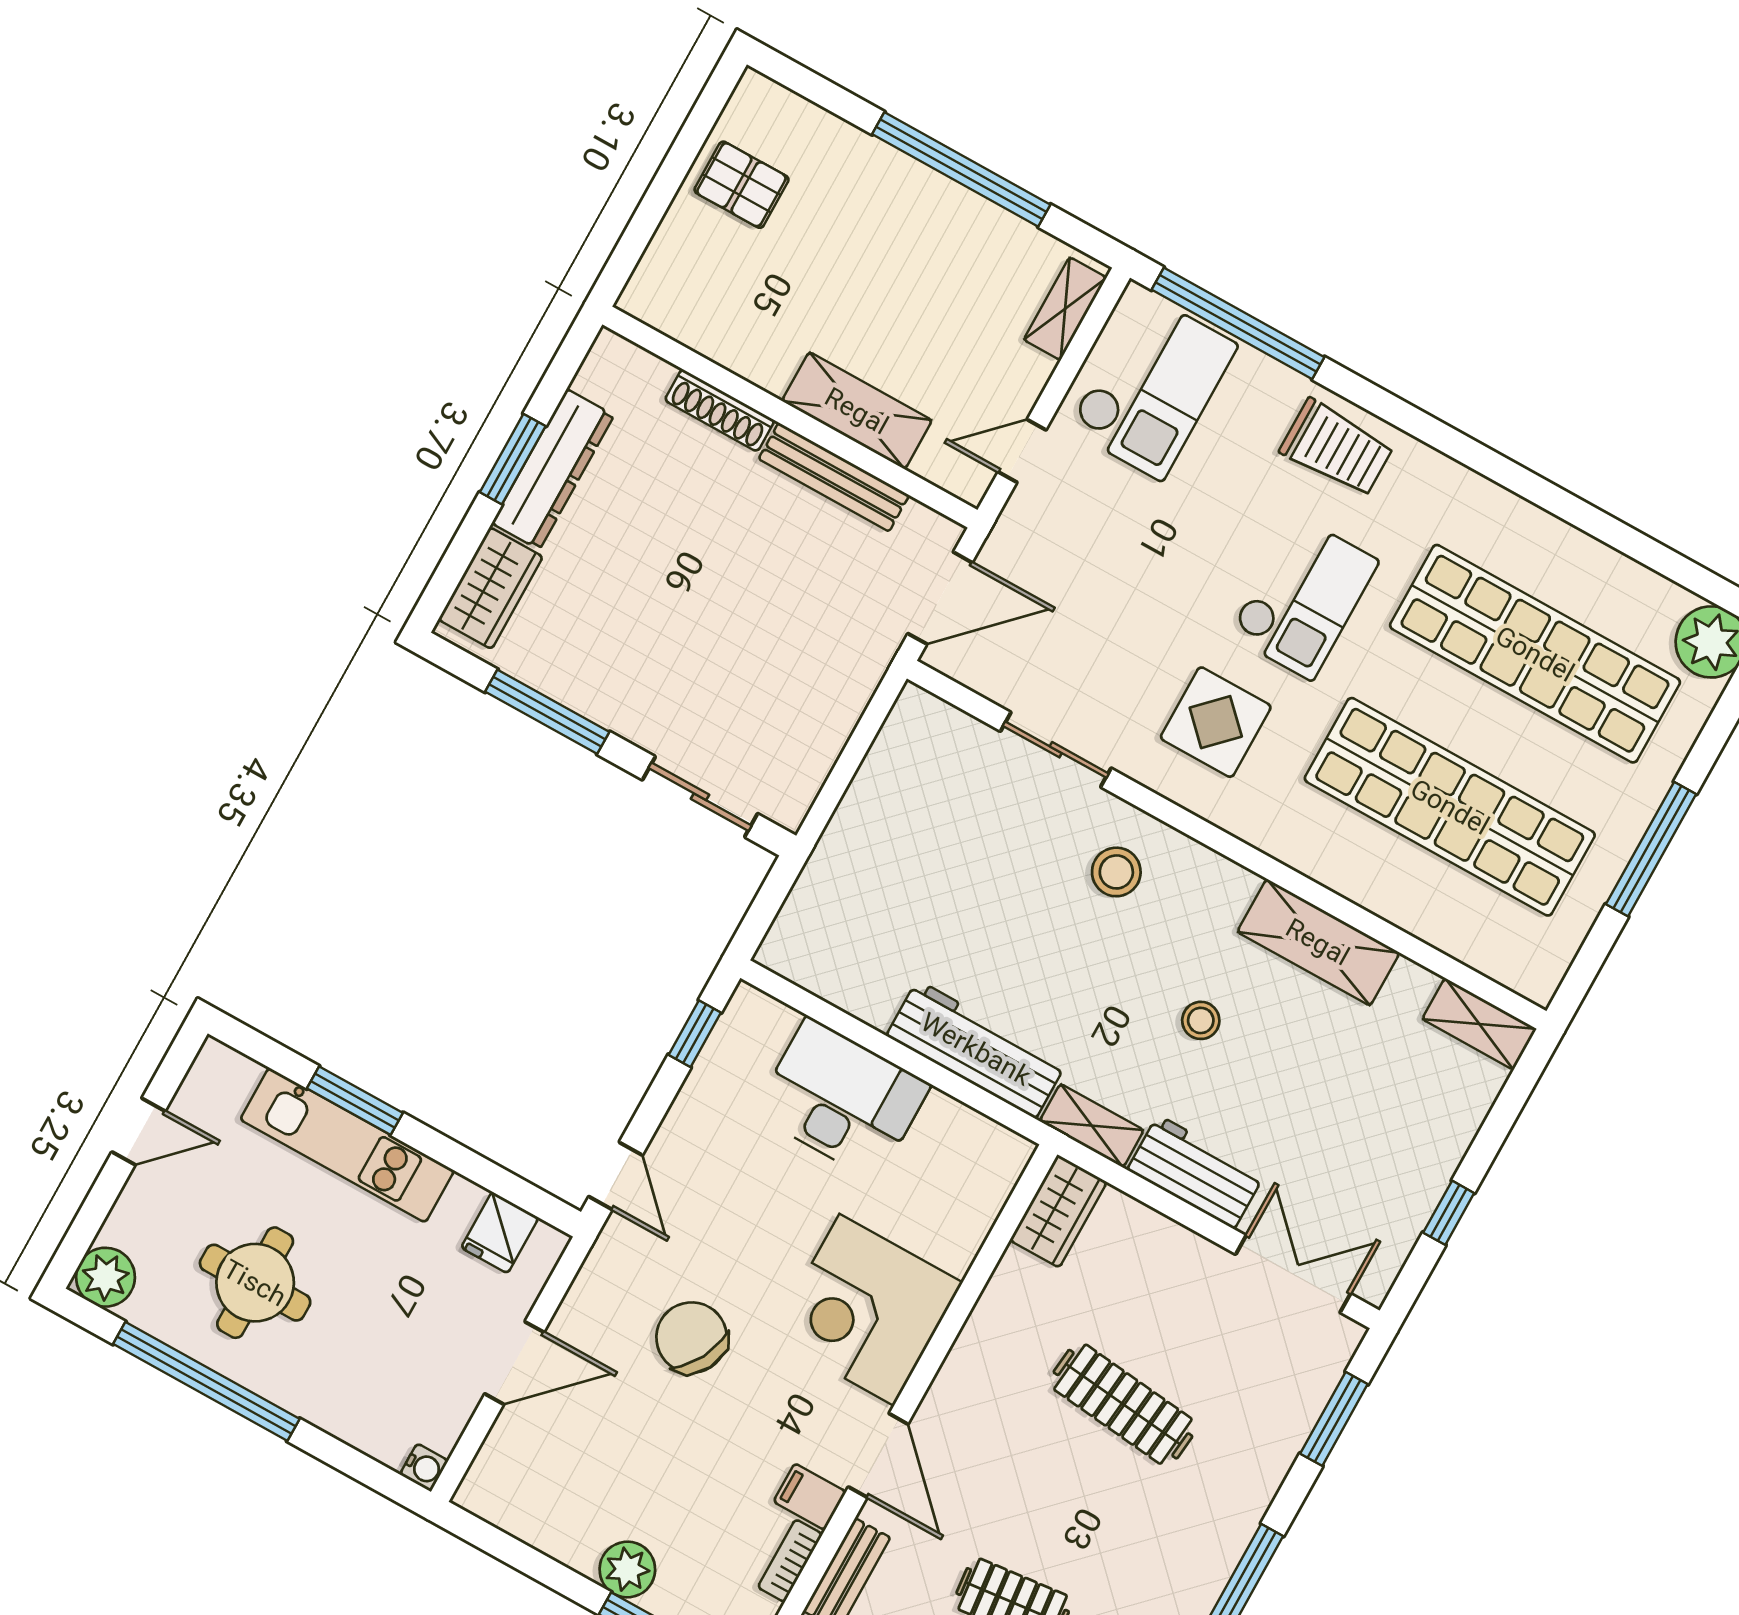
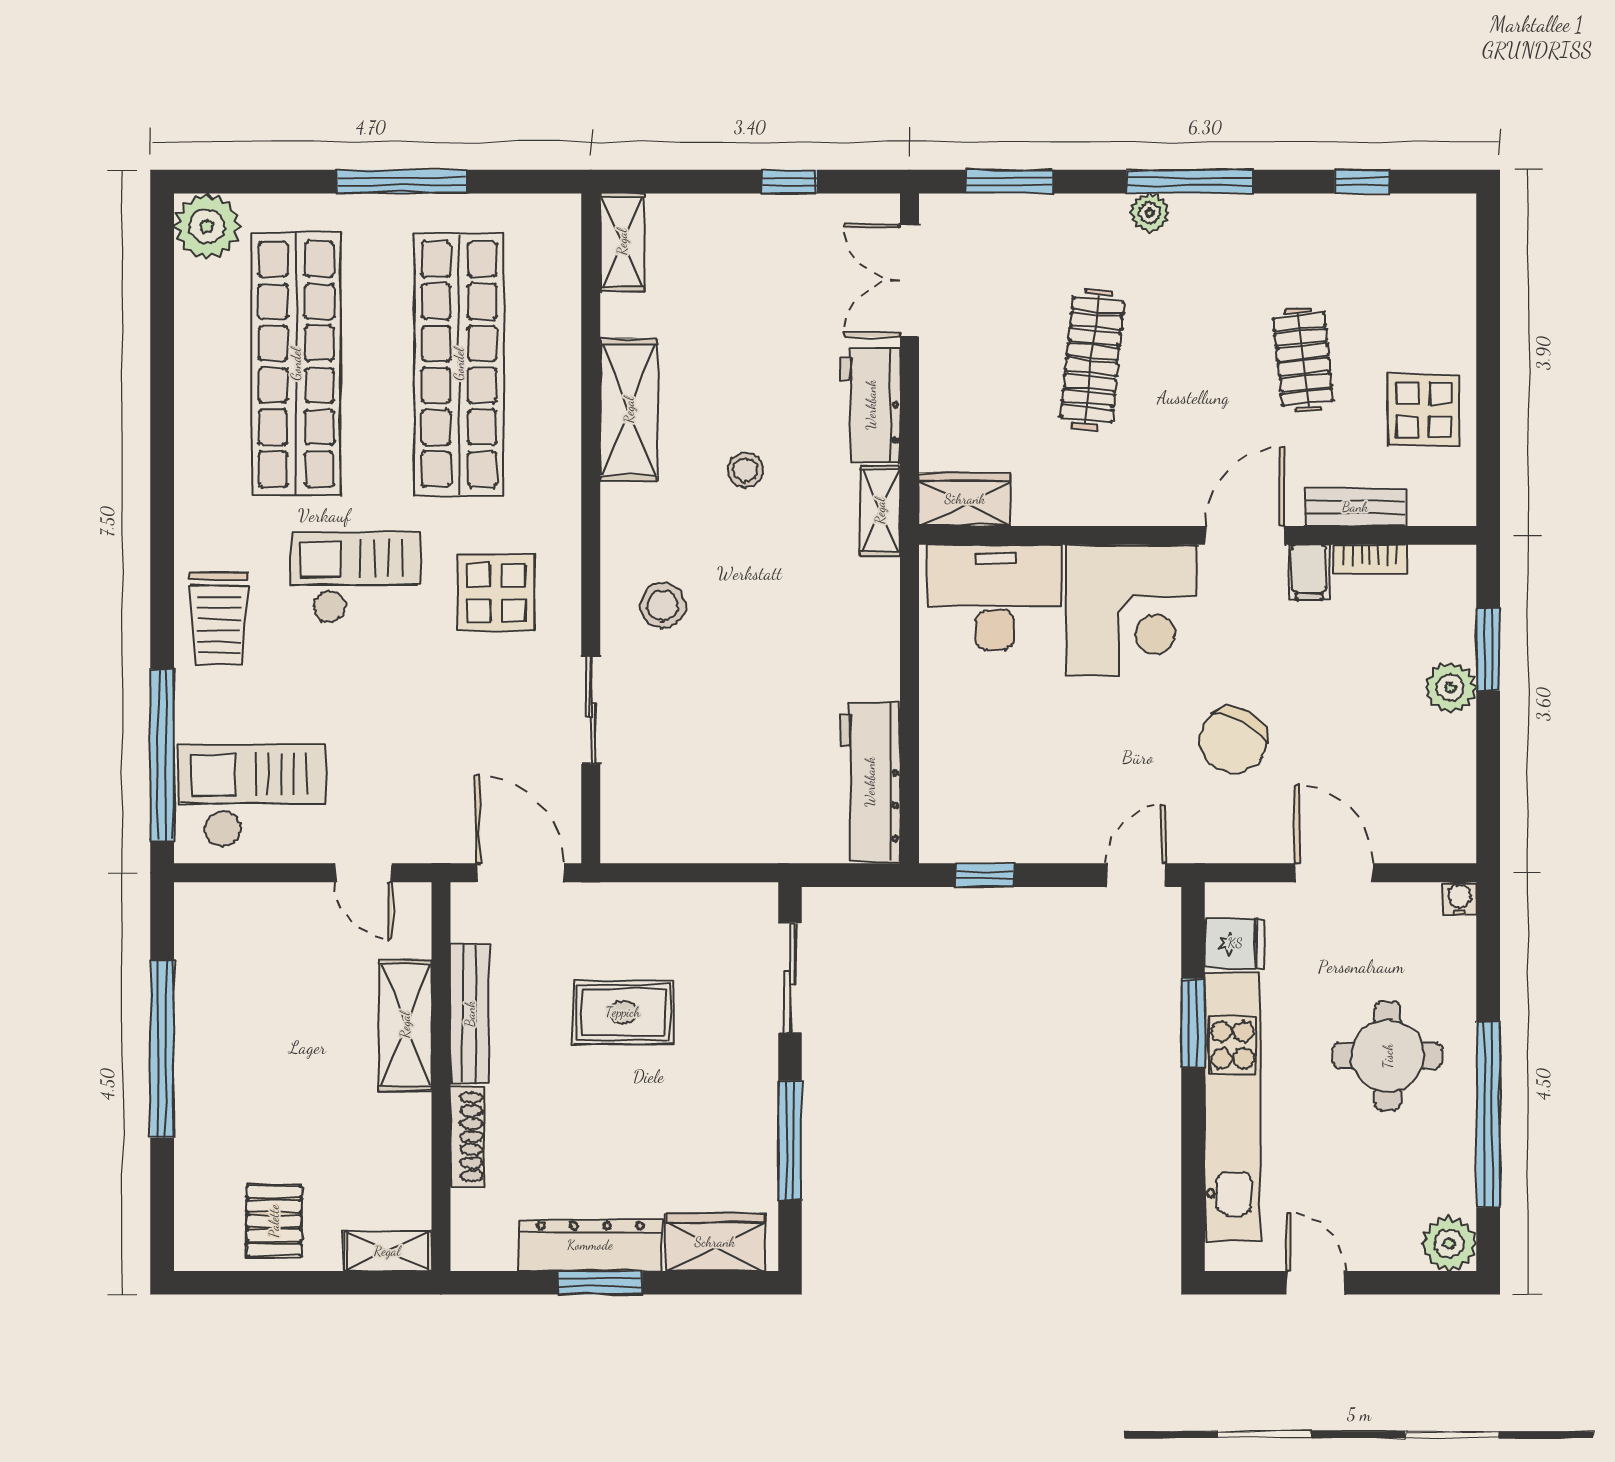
shelving: (1065, 309) -> (387, 1251), moved
trolley: (1337, 448) -> (219, 618), turned 180
rug: (755, 622) -> (623, 1012), added
workbench: (976, 1049) -> (870, 782), moved
desk: (842, 1099) -> (995, 597), moved, turned 90
window: (355, 1101) -> (1193, 1023), moved
kitchen unit: (347, 1145) -> (1233, 1107), width x1.36
round table: (255, 1283) -> (1388, 1056), moved
plant: (1231, 1535) -> (1149, 213), added

